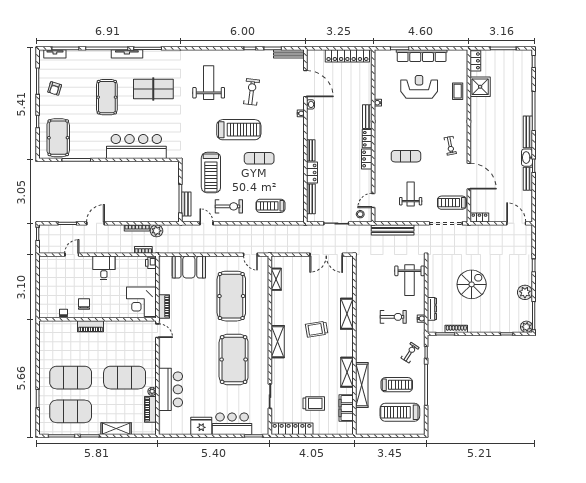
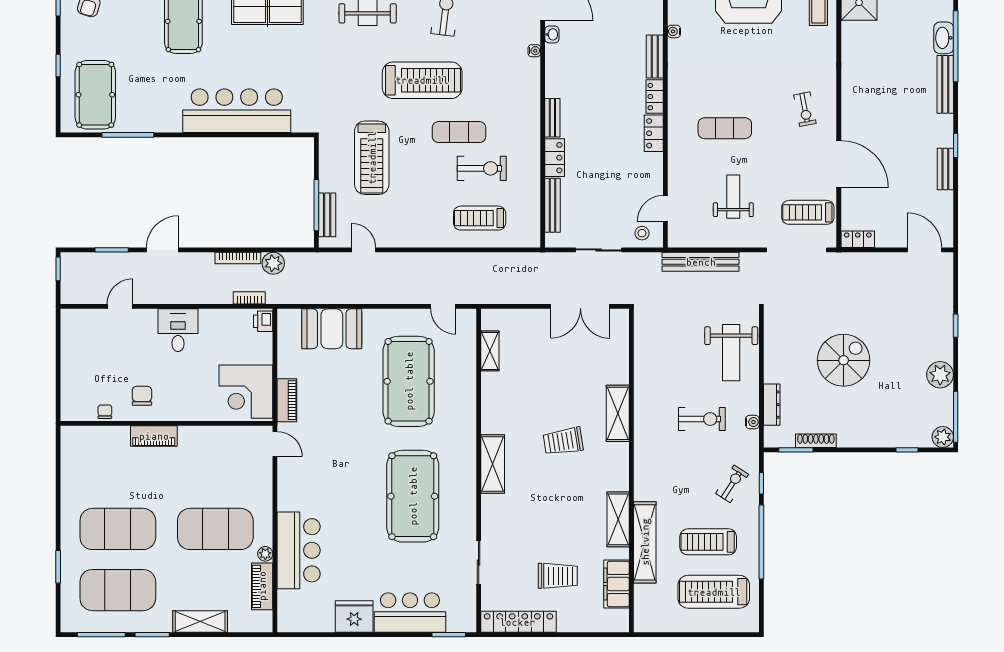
washbasin: (527, 158) -> (944, 38), moved
exercise bike: (229, 206) -> (482, 168), moved
treadmill: (397, 385) -> (708, 542), turned 180

